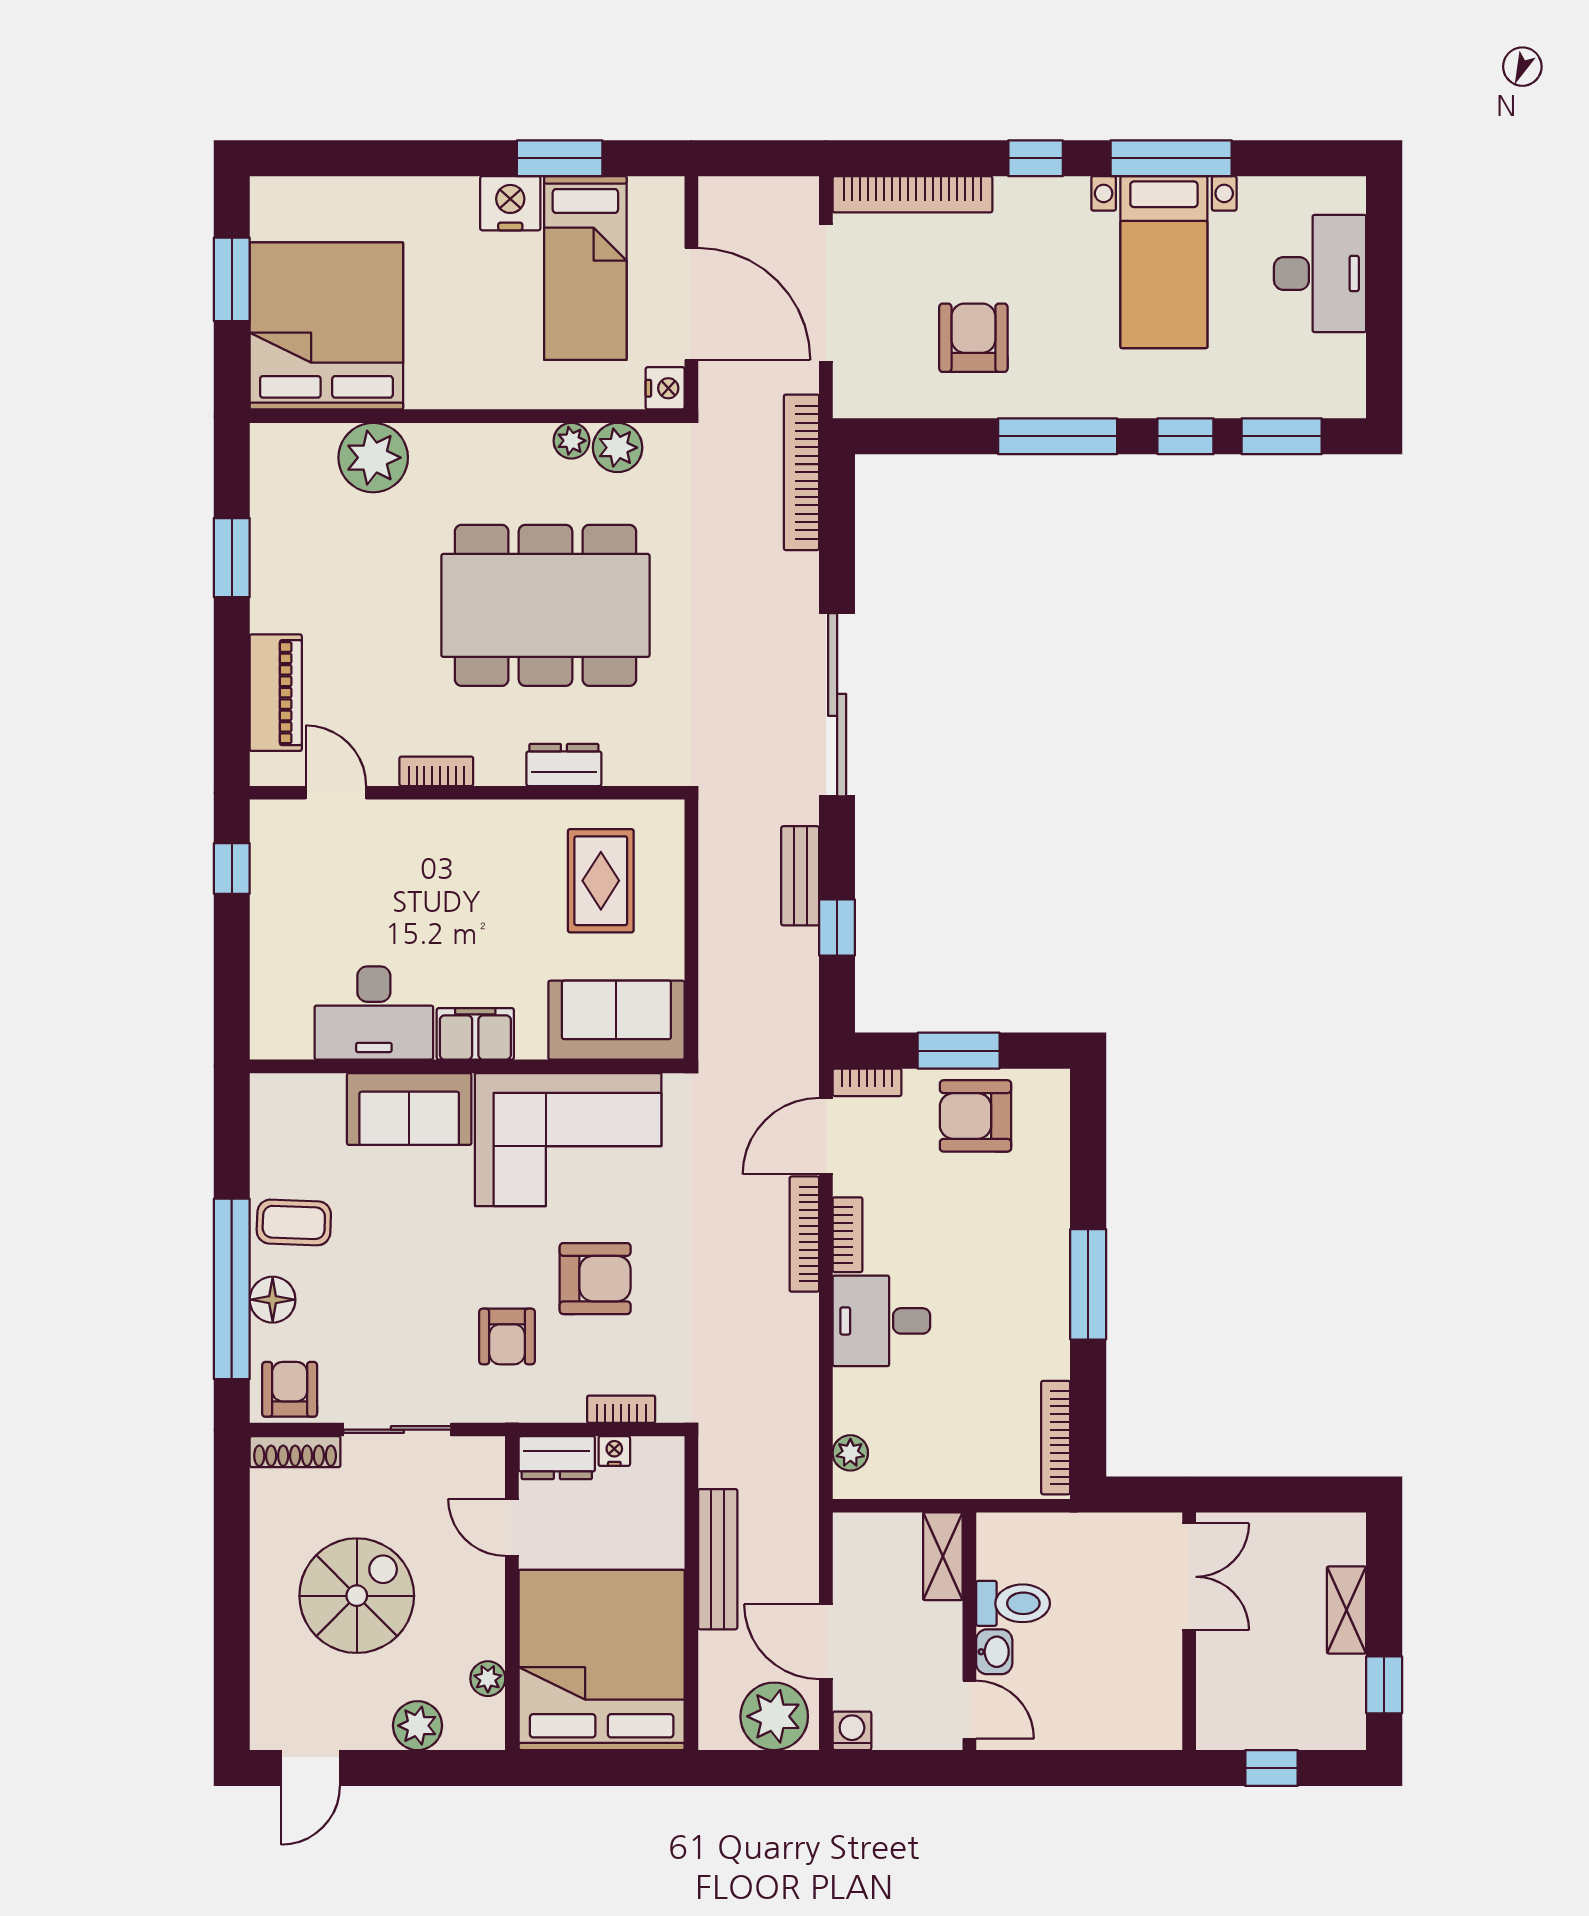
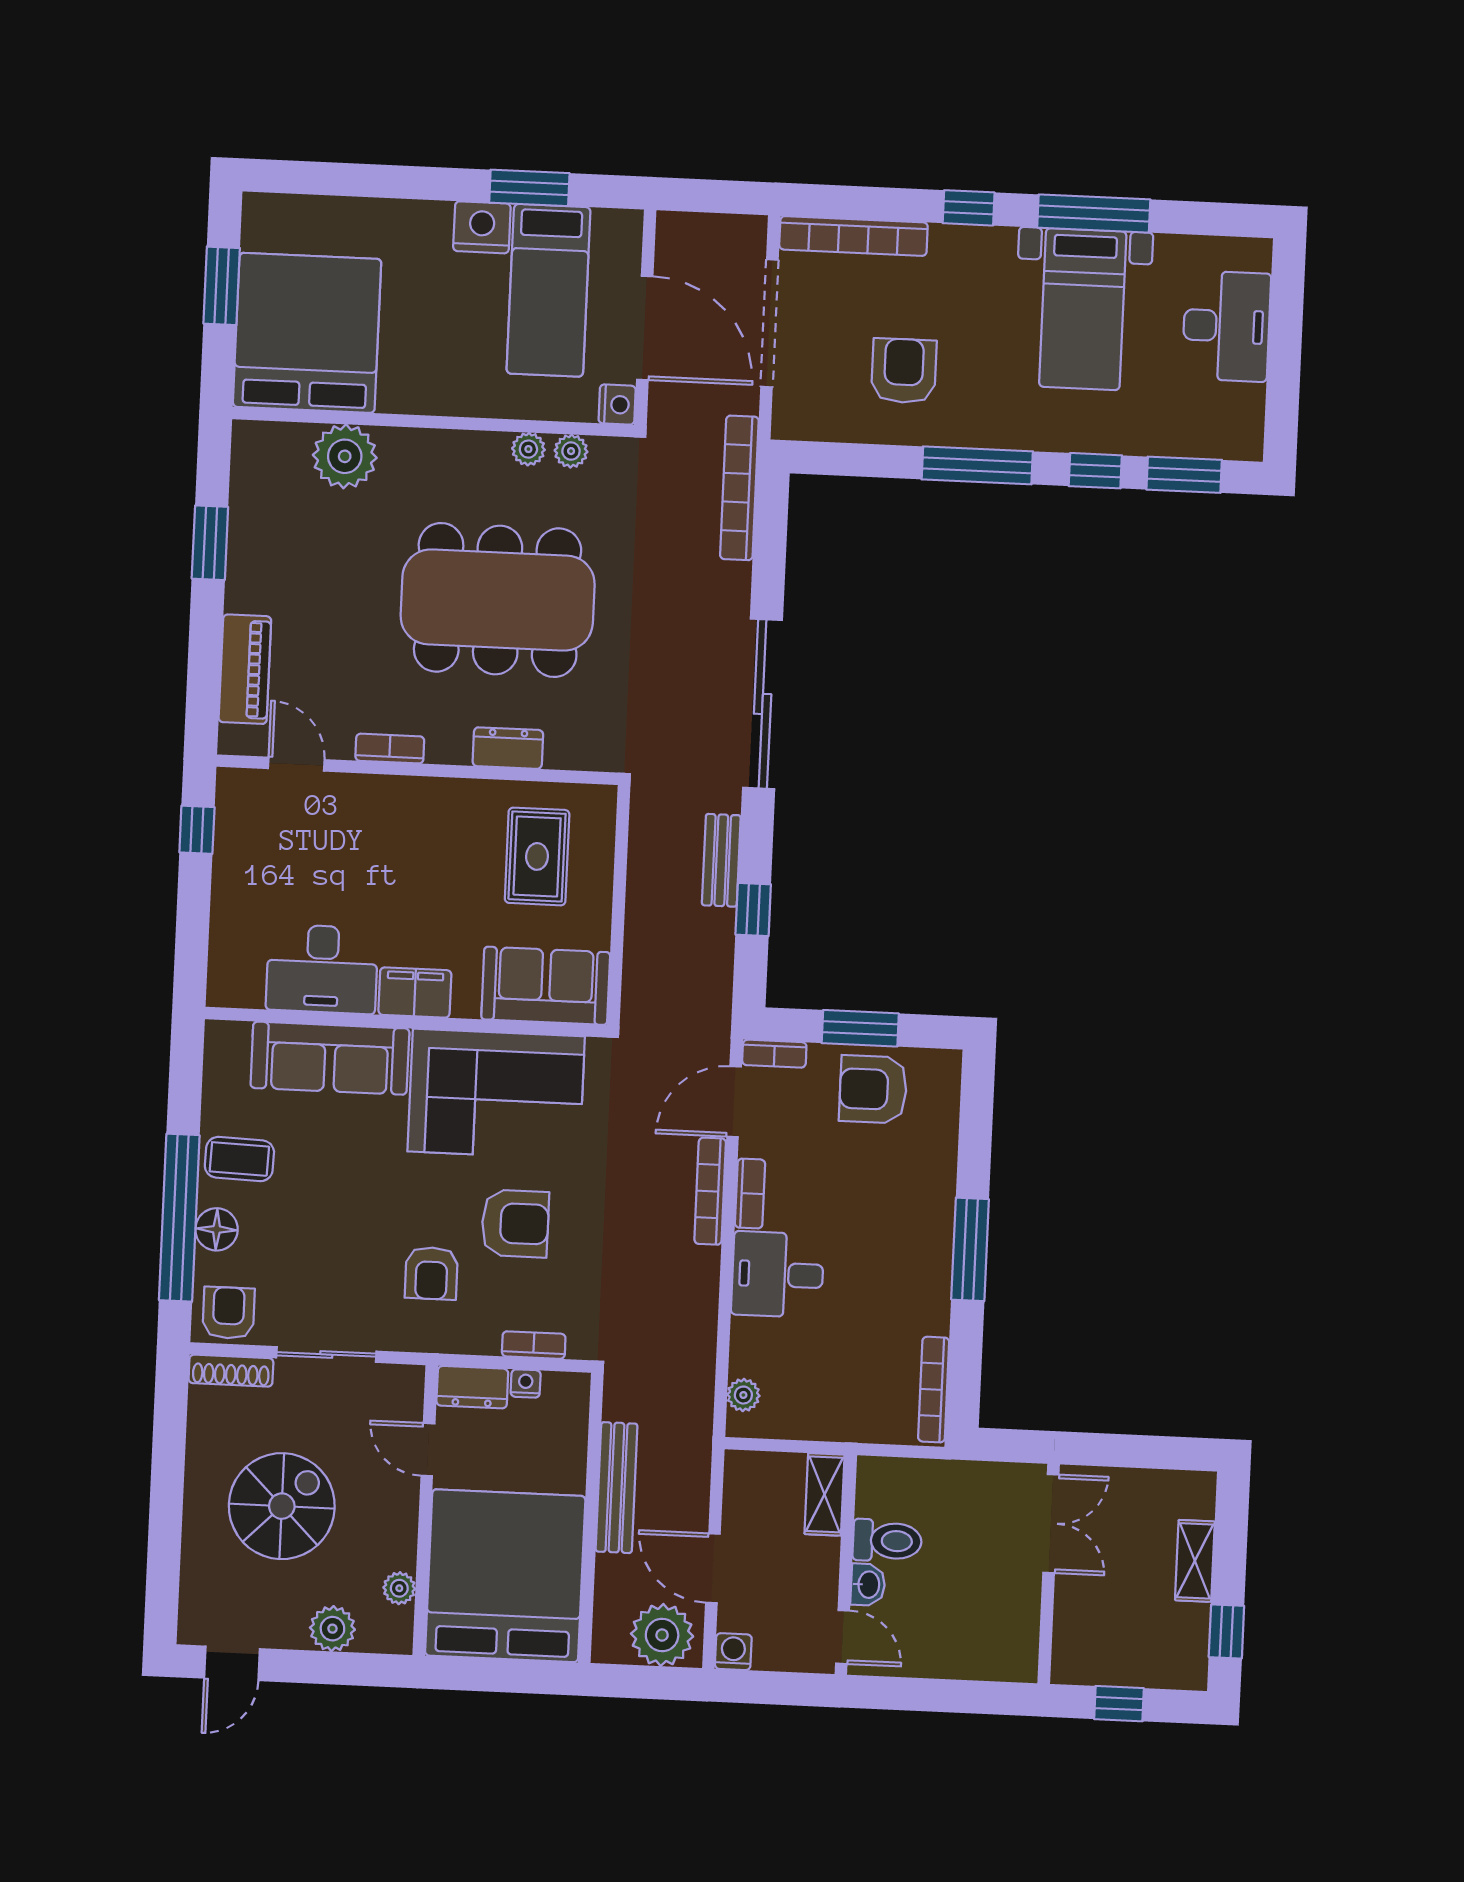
plant: (618, 448) -> (571, 451), width x0.73, depth x0.73
sofa: (409, 1109) -> (330, 1058), width x1.36

